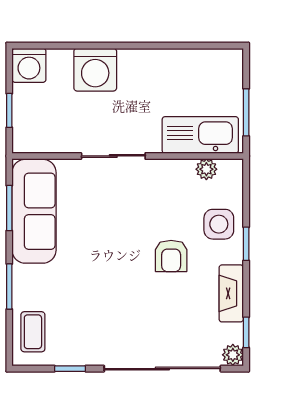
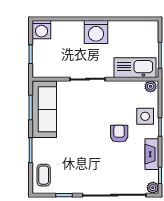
washing machine: (95, 70) -> (96, 32), moved
plant: (206, 169) -> (151, 86), moved
armchair: (171, 256) -> (119, 134), turned 180

